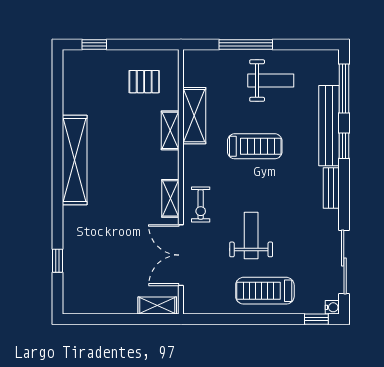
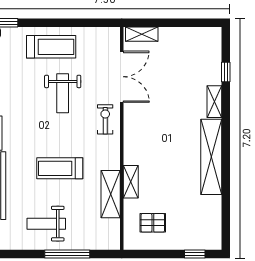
shelving: (170, 198) -> (214, 102), moved

